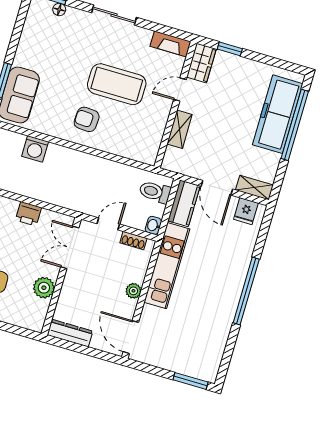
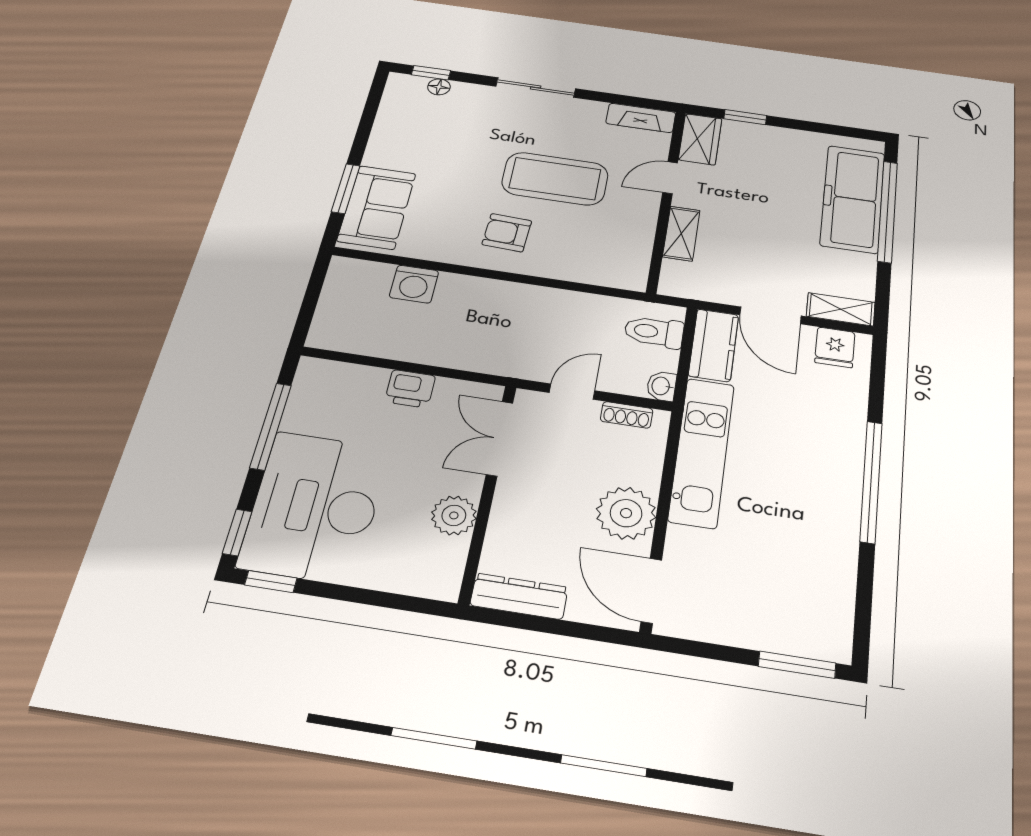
plant: (133, 291) -> (626, 513), width x1.87, depth x1.87

